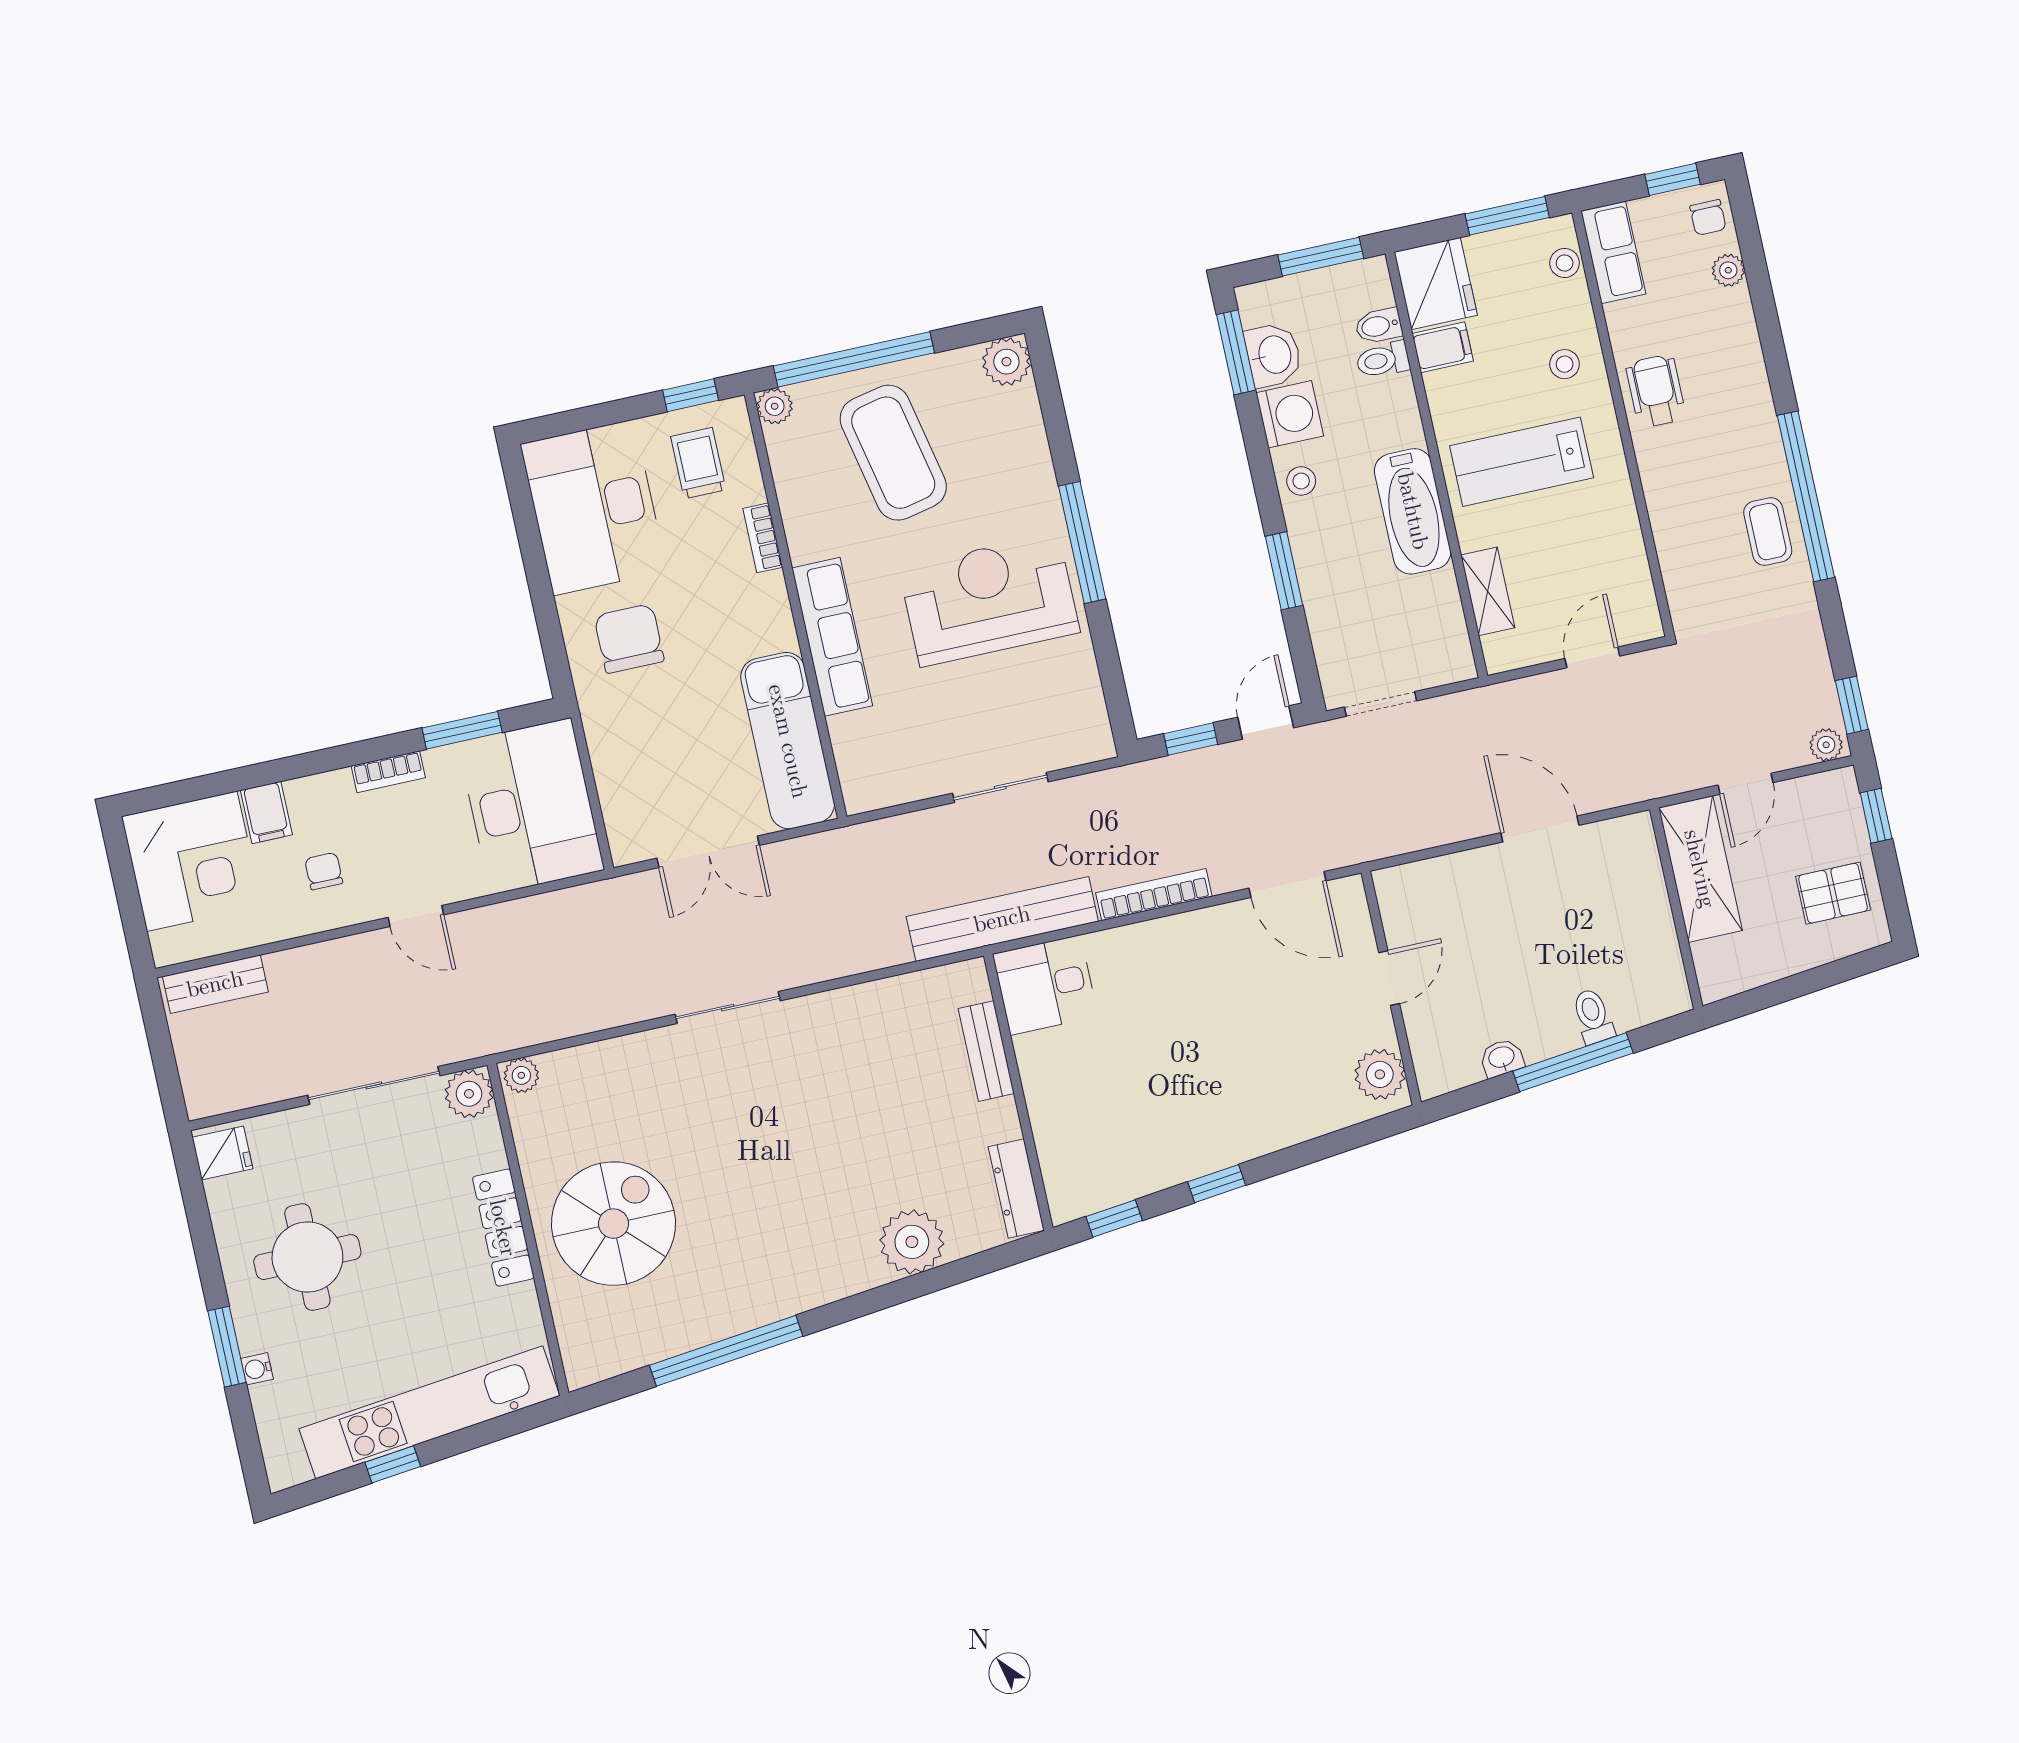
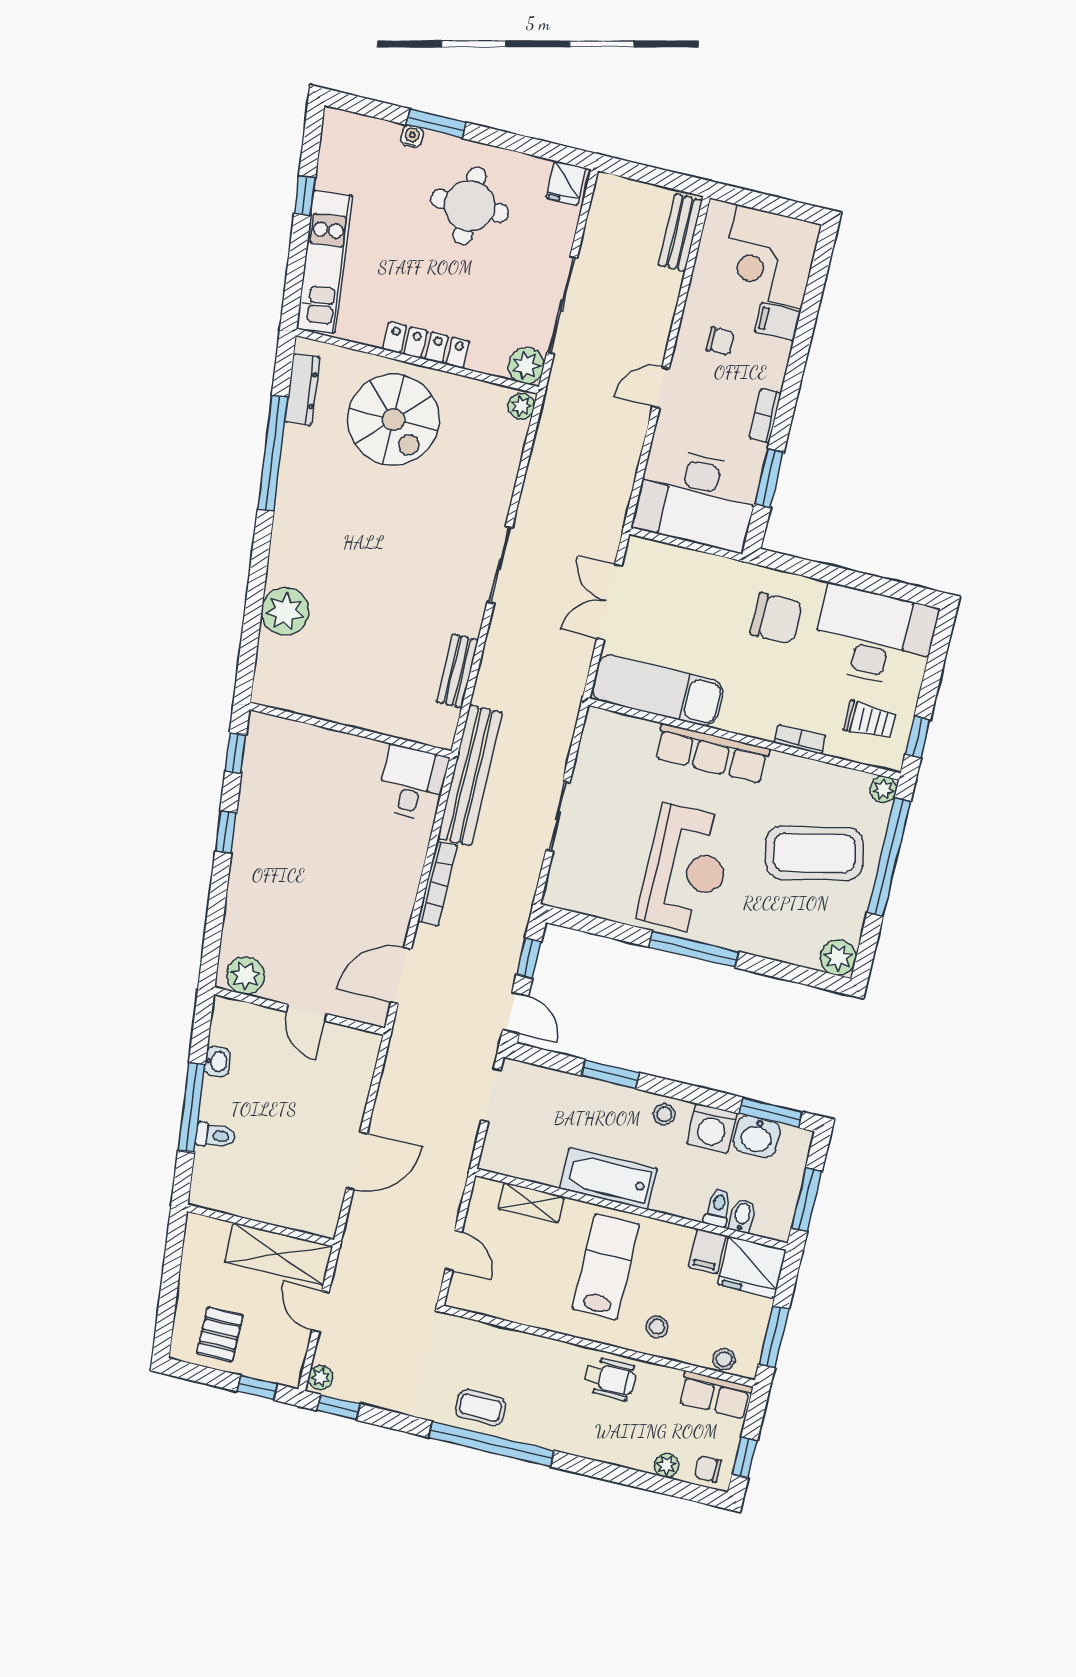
bench: (986, 1051) -> (457, 671), moved, turned 90
dresser: (1016, 1188) -> (302, 390), moved, turned 84
kitchen unit: (429, 1412) -> (324, 262), width x0.73

